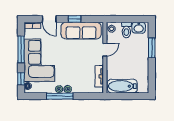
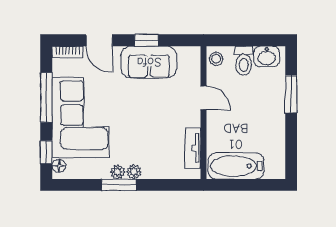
sofa: (81, 31) -> (149, 62), width x0.73
door: (105, 50) -> (203, 98), hinge flipped
window: (60, 96) -> (119, 185), width x0.69

